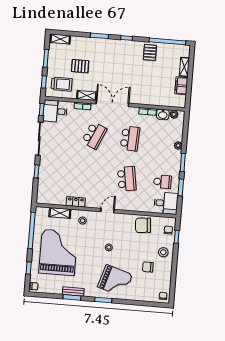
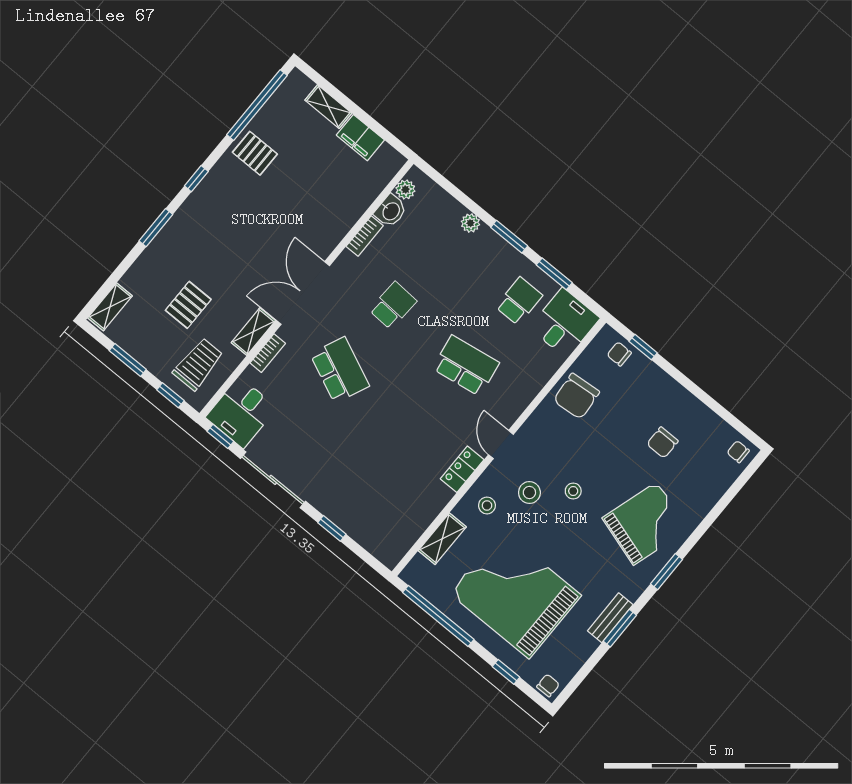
school desk: (130, 138) -> (393, 305), width x0.54
locker: (76, 202) -> (462, 469), moved
stool: (163, 252) -> (529, 492), moved

